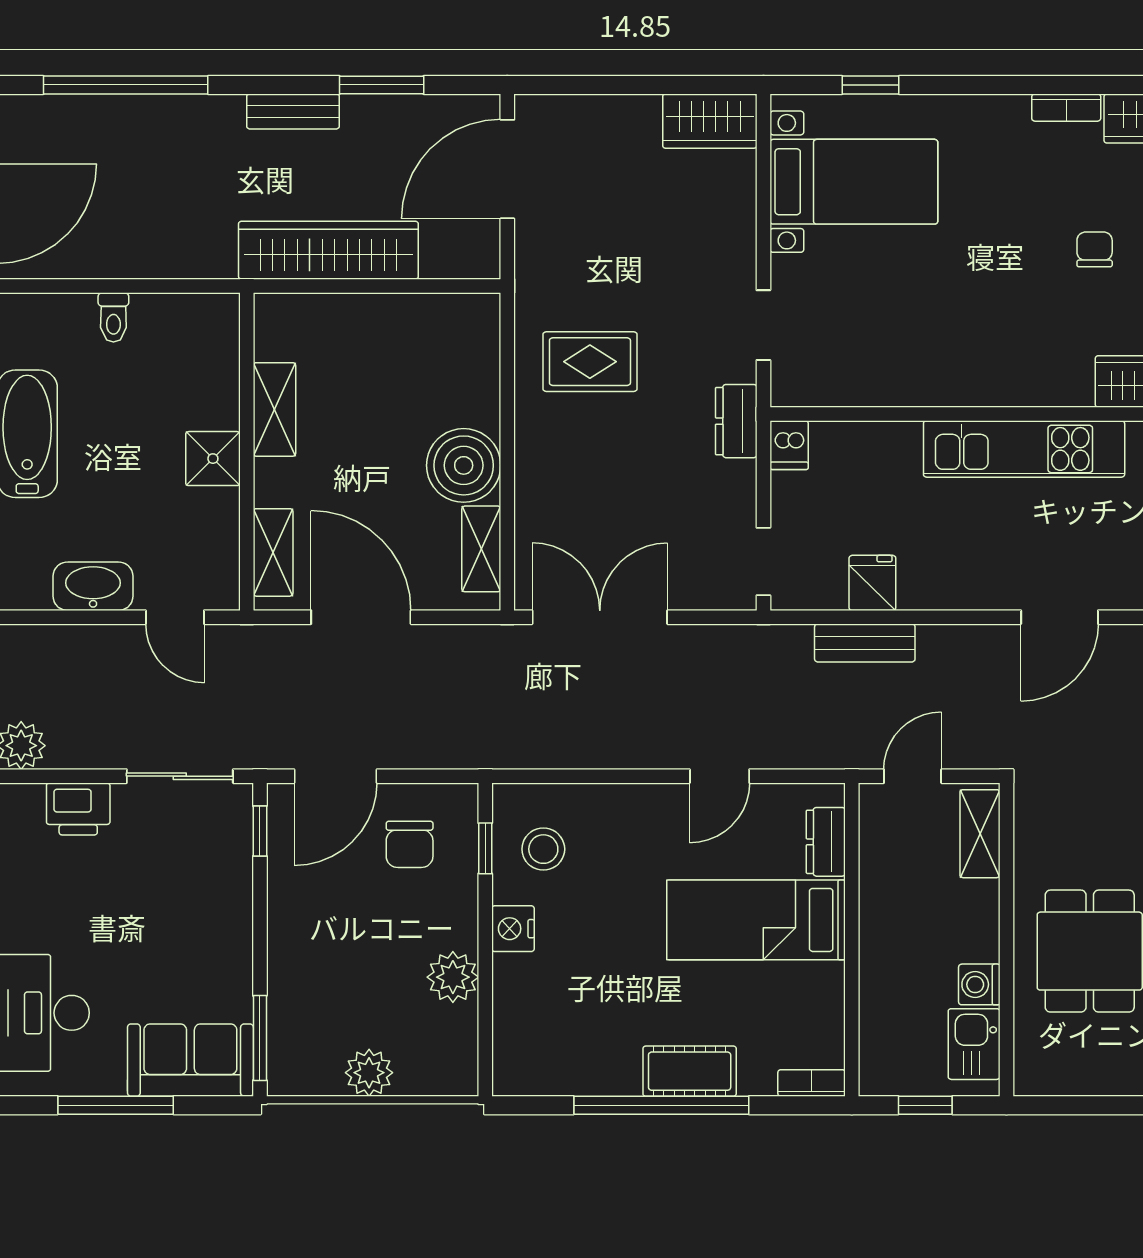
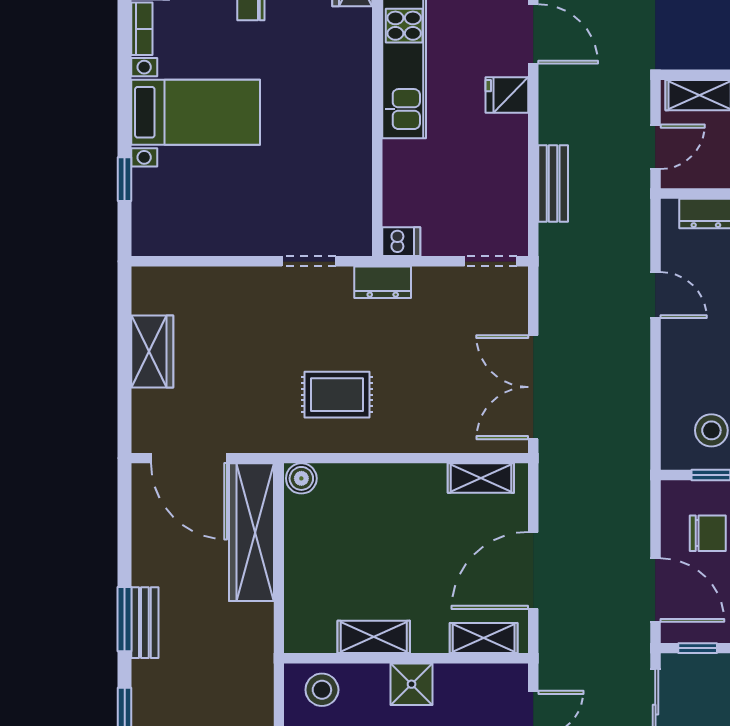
window: (382, 85) -> (125, 619), moved
wardrobe: (710, 121) -> (152, 352), moved
bed with nightstands: (854, 182) -> (196, 112), moved, turned 90
wardrobe: (328, 250) -> (251, 532), moved
stool: (206, 342) -> (322, 690), added
rug: (590, 362) -> (337, 395), turned 90
boiler: (464, 465) -> (301, 478), moved, width x0.54, depth x0.54
fridge: (872, 583) -> (507, 95), moved
door: (913, 776) -> (655, 147), swing flipped

